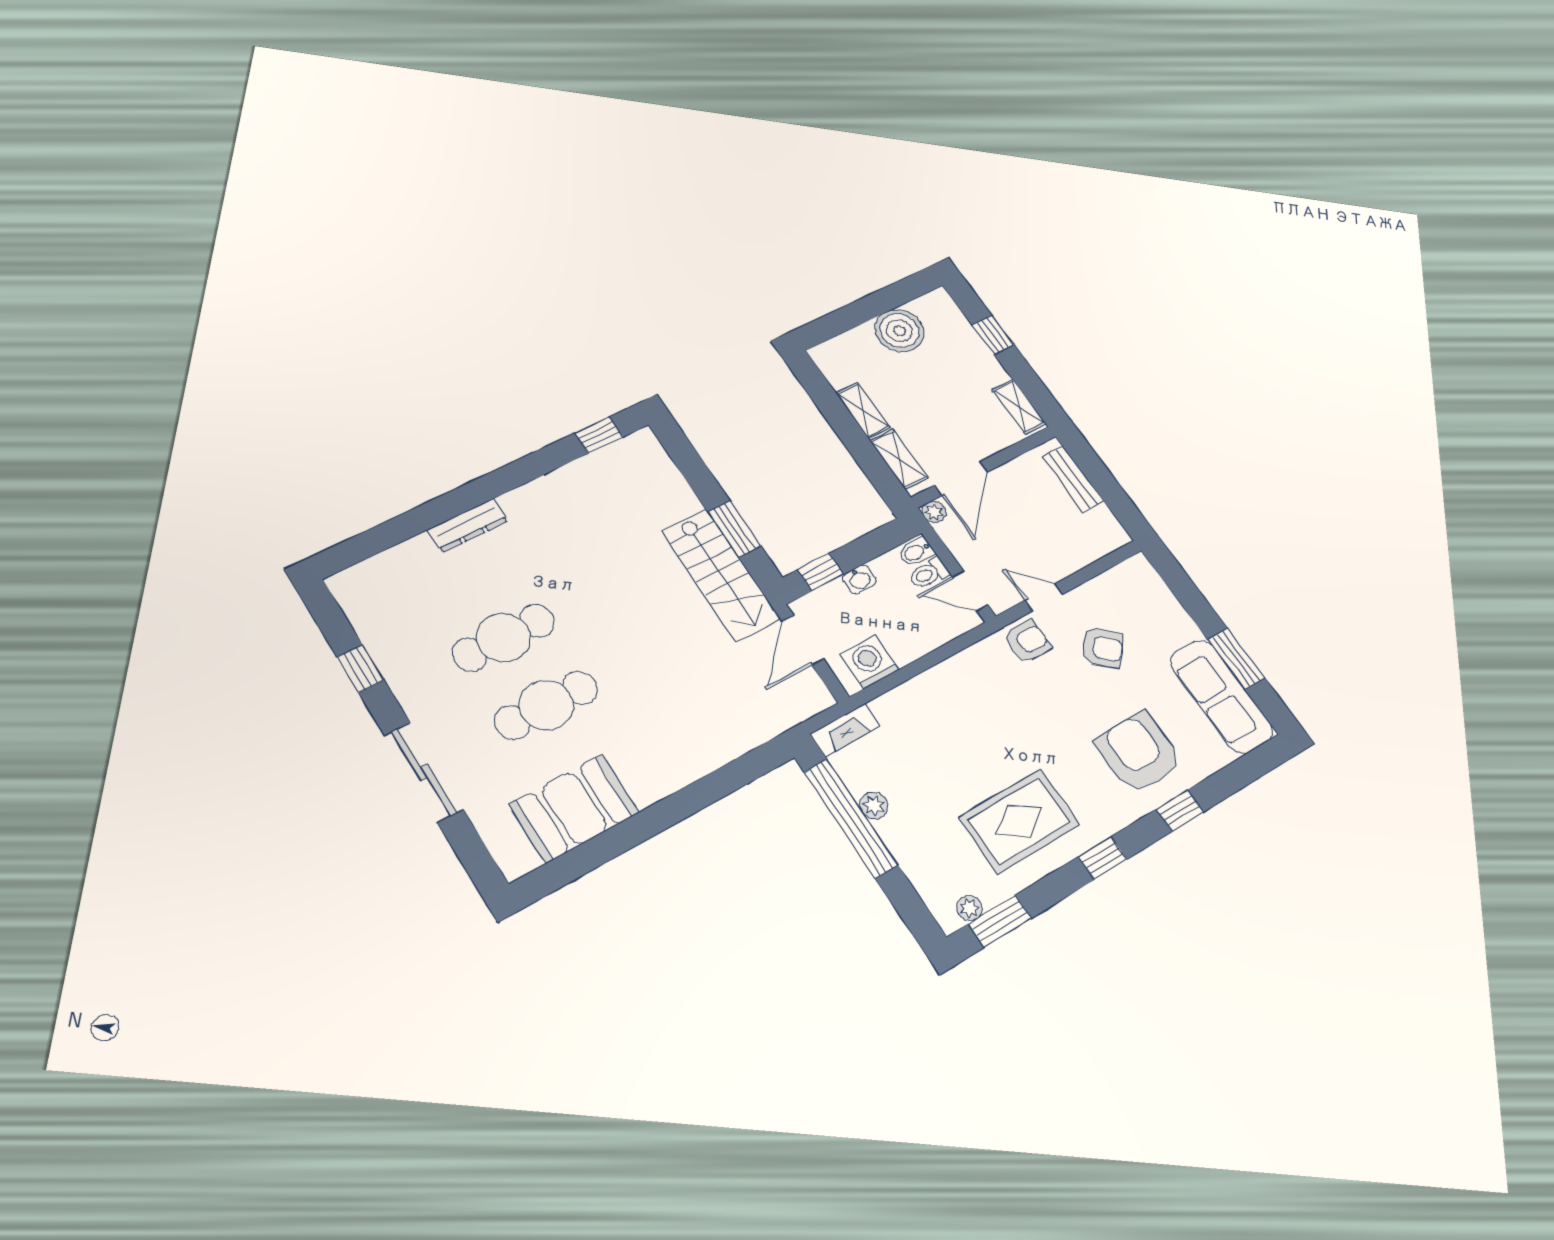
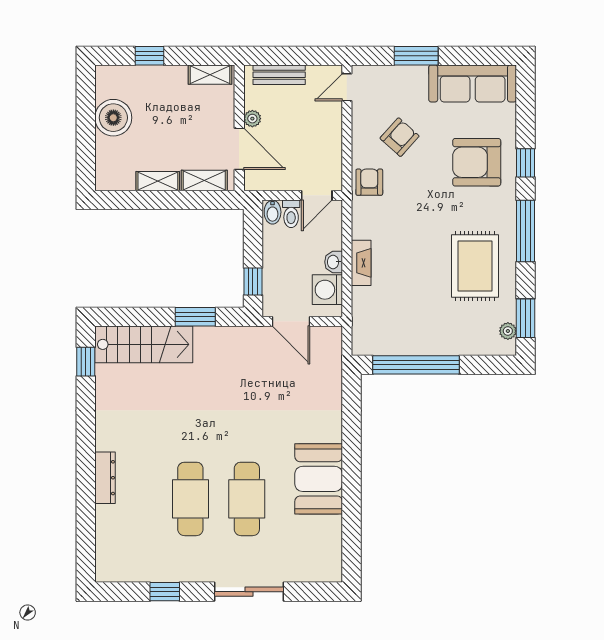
plant: (934, 512) -> (252, 119), moved
stairs: (721, 575) -> (144, 344), moved
washbasin: (859, 579) -> (334, 262), moved, turned 180
door: (1044, 597) -> (347, 87), moved
window: (1236, 659) -> (416, 56), moved
fireplace: (845, 730) -> (361, 263), moved
plant: (874, 805) -> (416, 346), removed
booth: (574, 808) -> (319, 479), moved
window: (1103, 858) -> (526, 231), width x2.17

